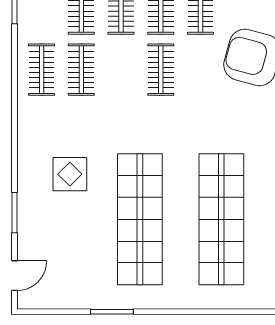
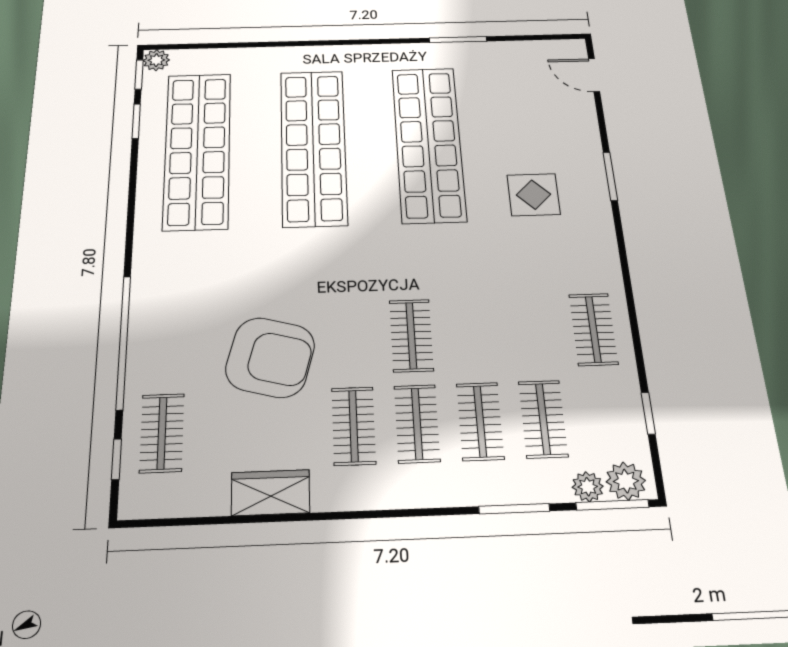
clothes rail: (81, 70) -> (533, 331), removed
window: (14, 213) -> (610, 176), moved
door: (14, 276) -> (594, 75), hinge flipped

